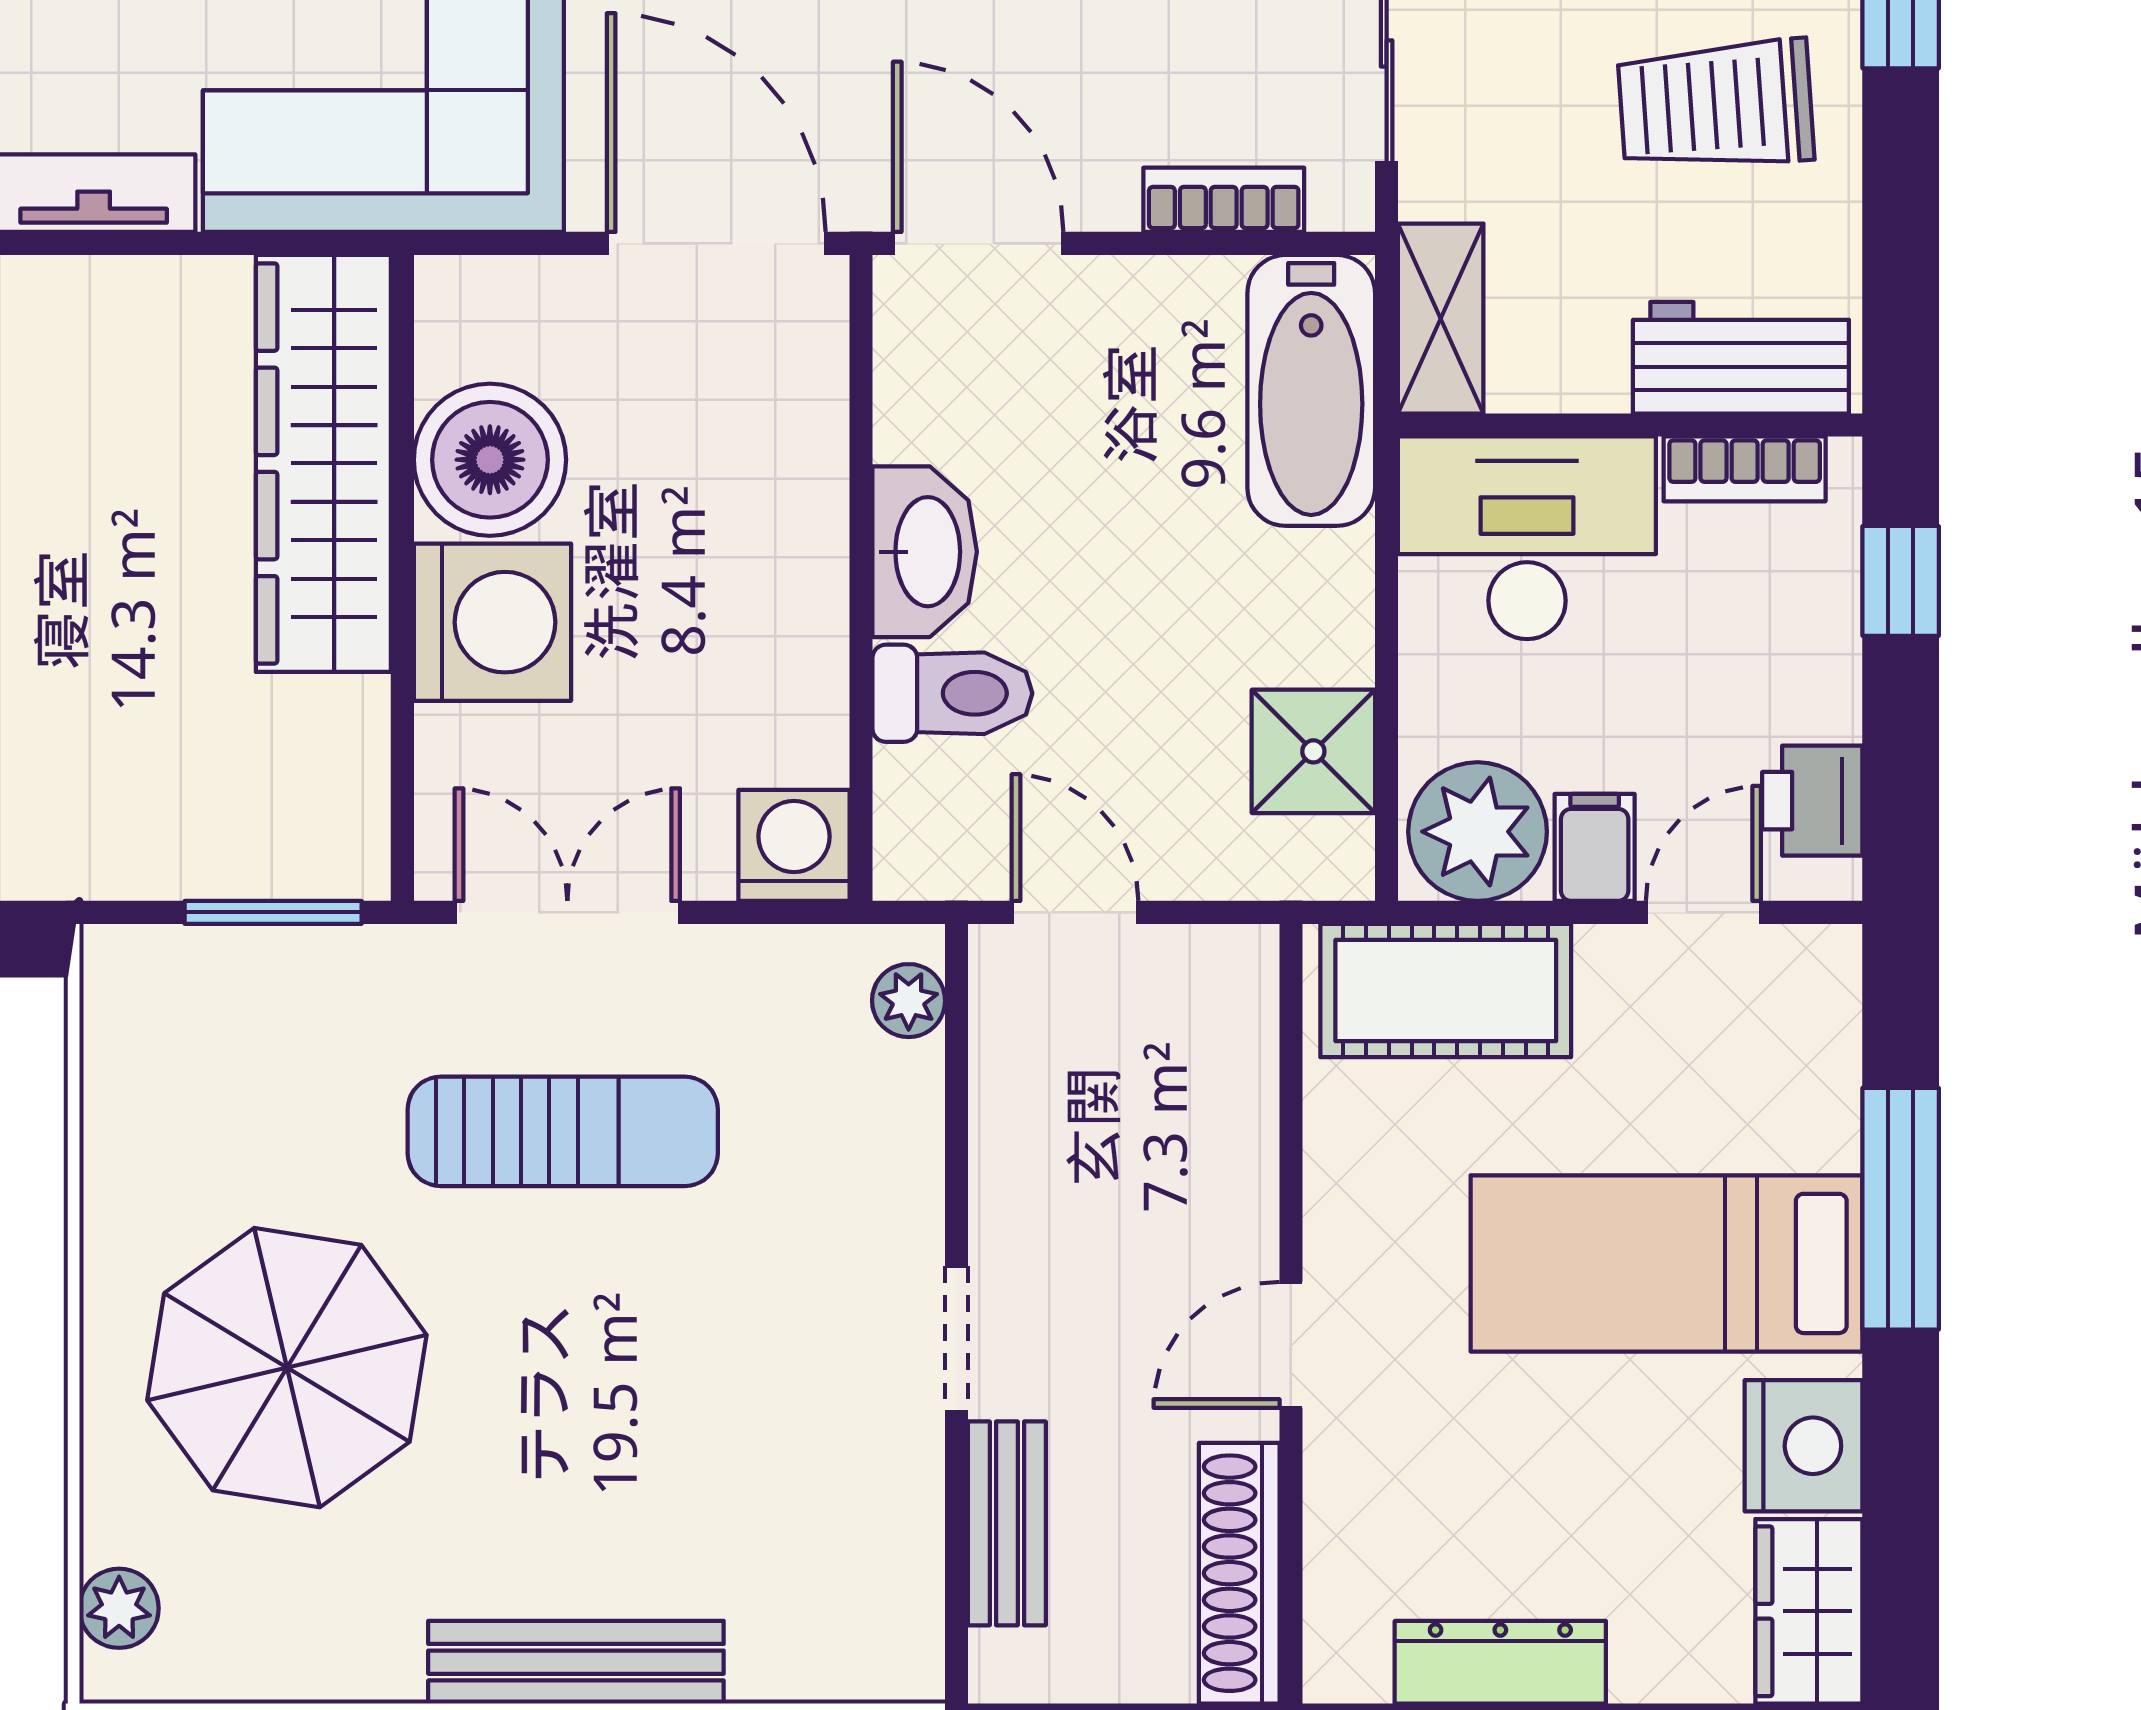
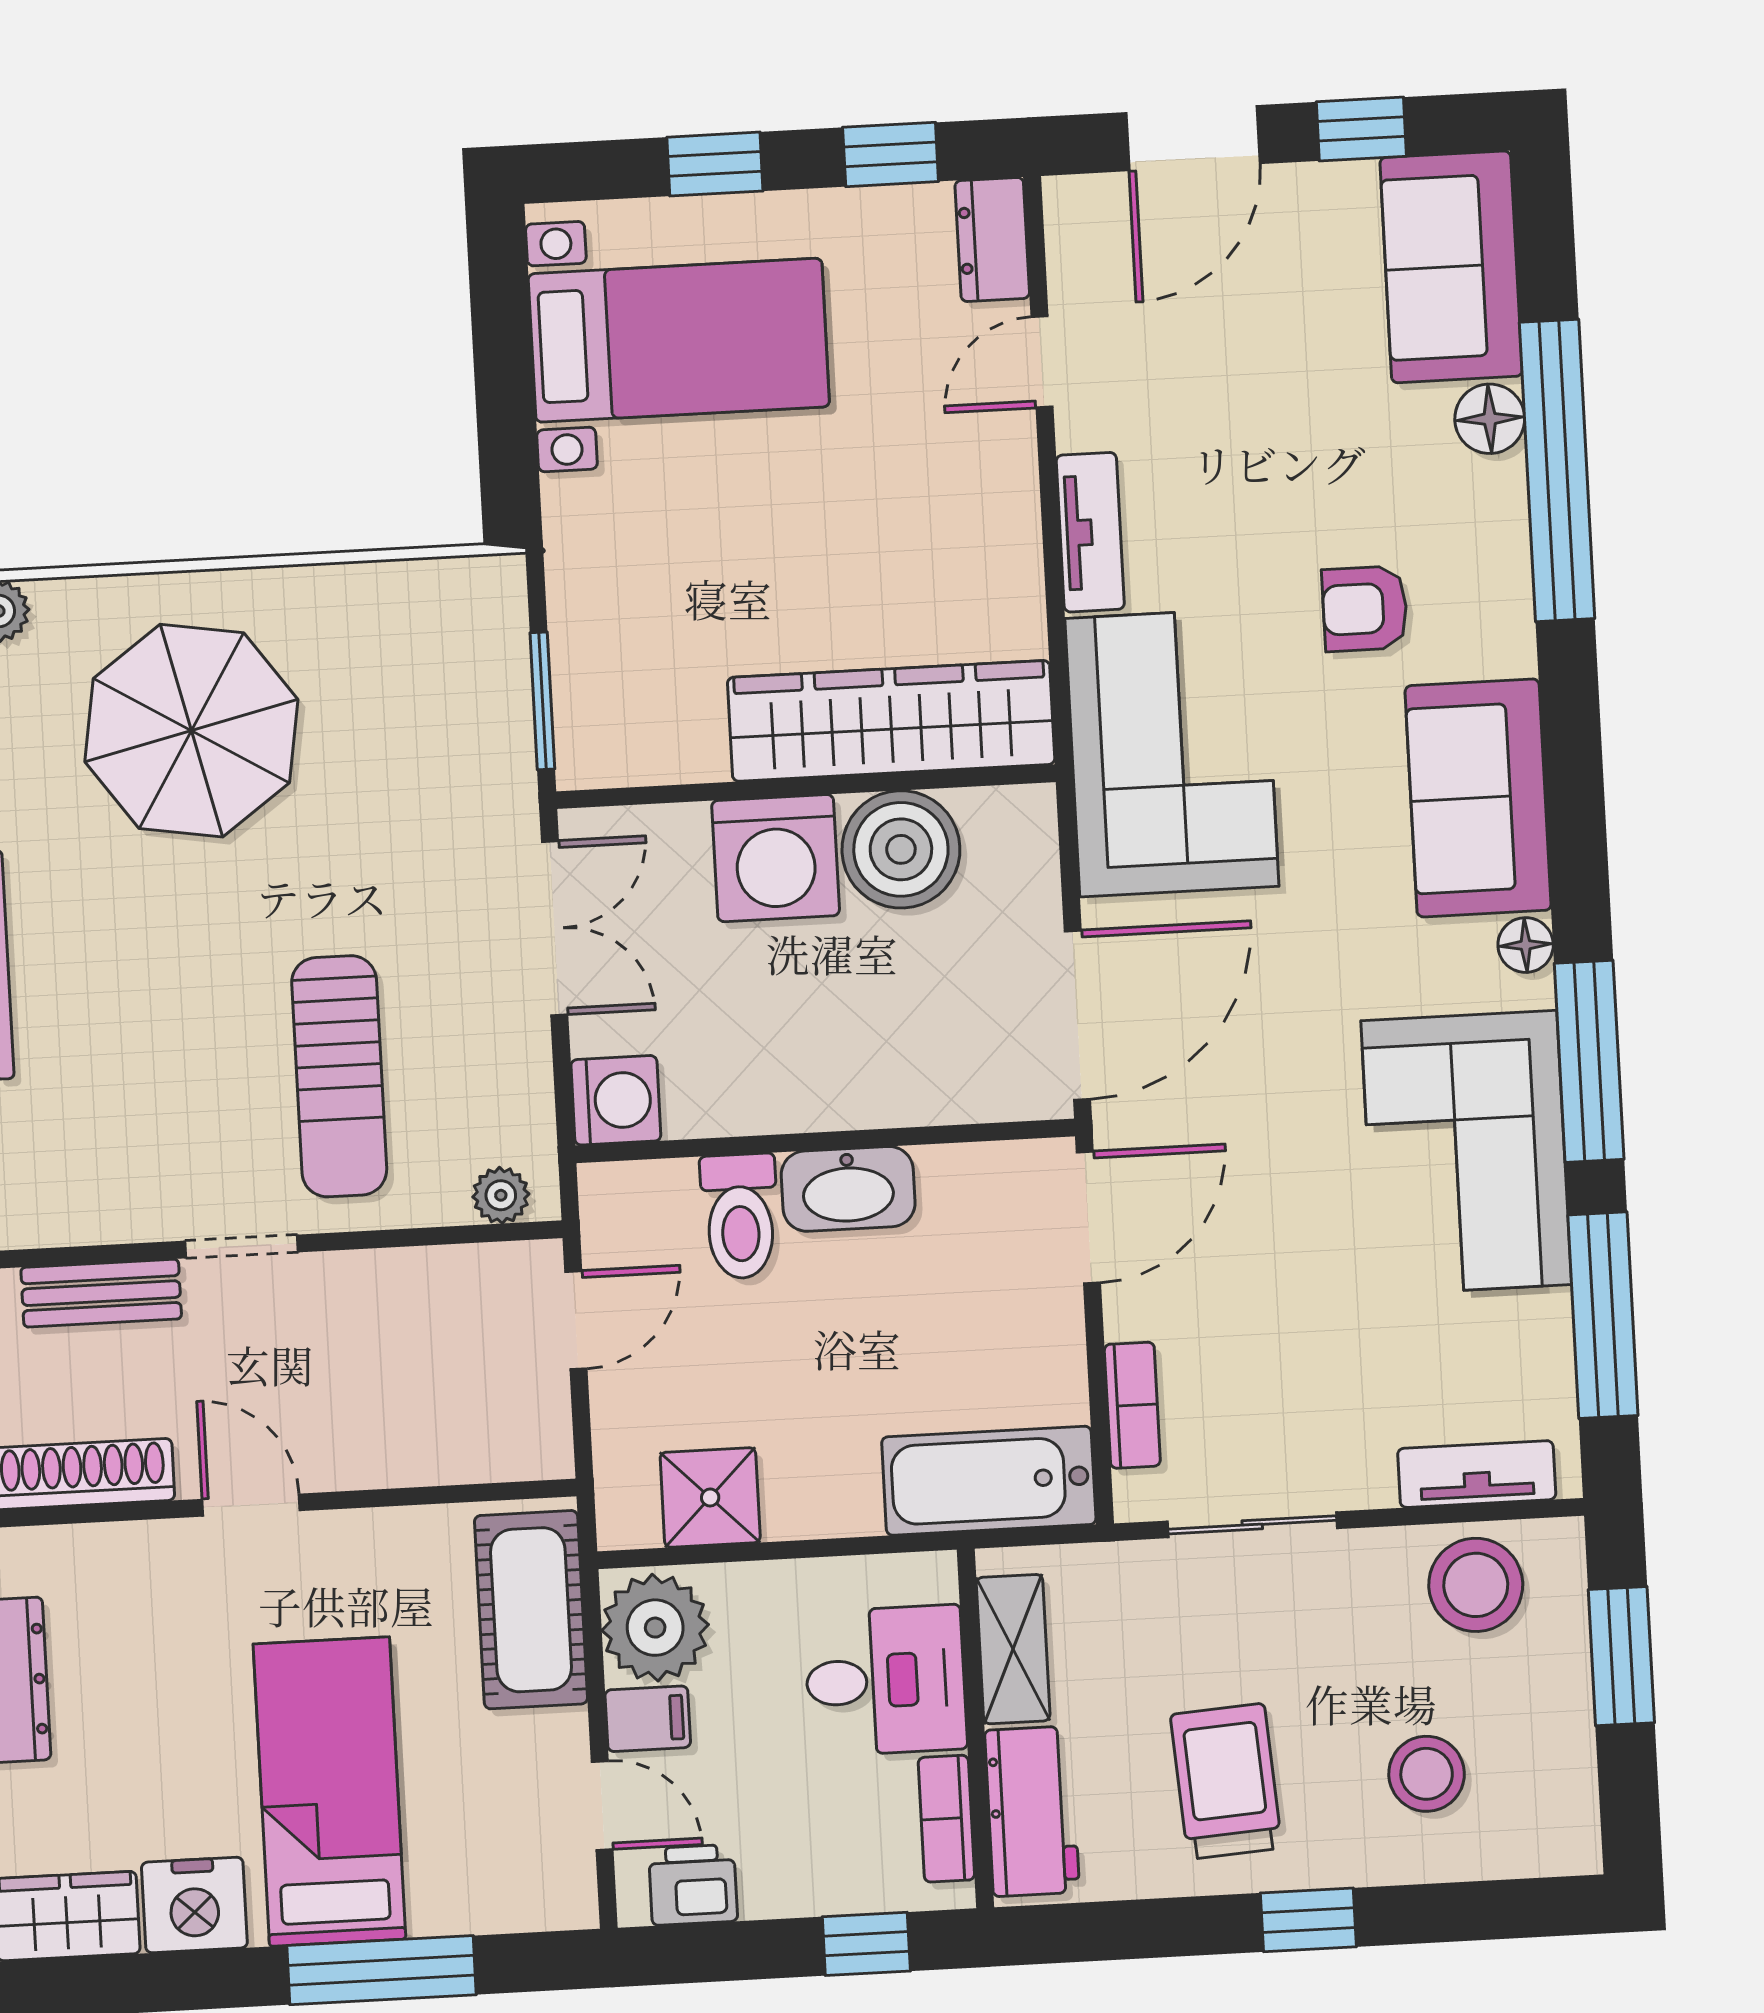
shelving: (1441, 319) -> (1013, 1649), moved, turned 90
desk: (1527, 538) -> (885, 1681), width x0.73
sun lounger: (563, 1131) -> (339, 1076), moved

